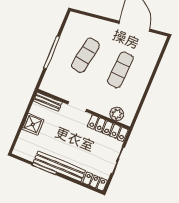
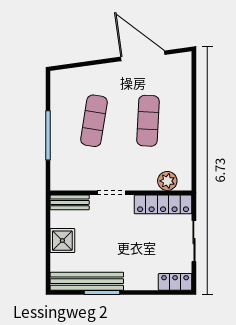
bench: (59, 166) -> (87, 281), moved

